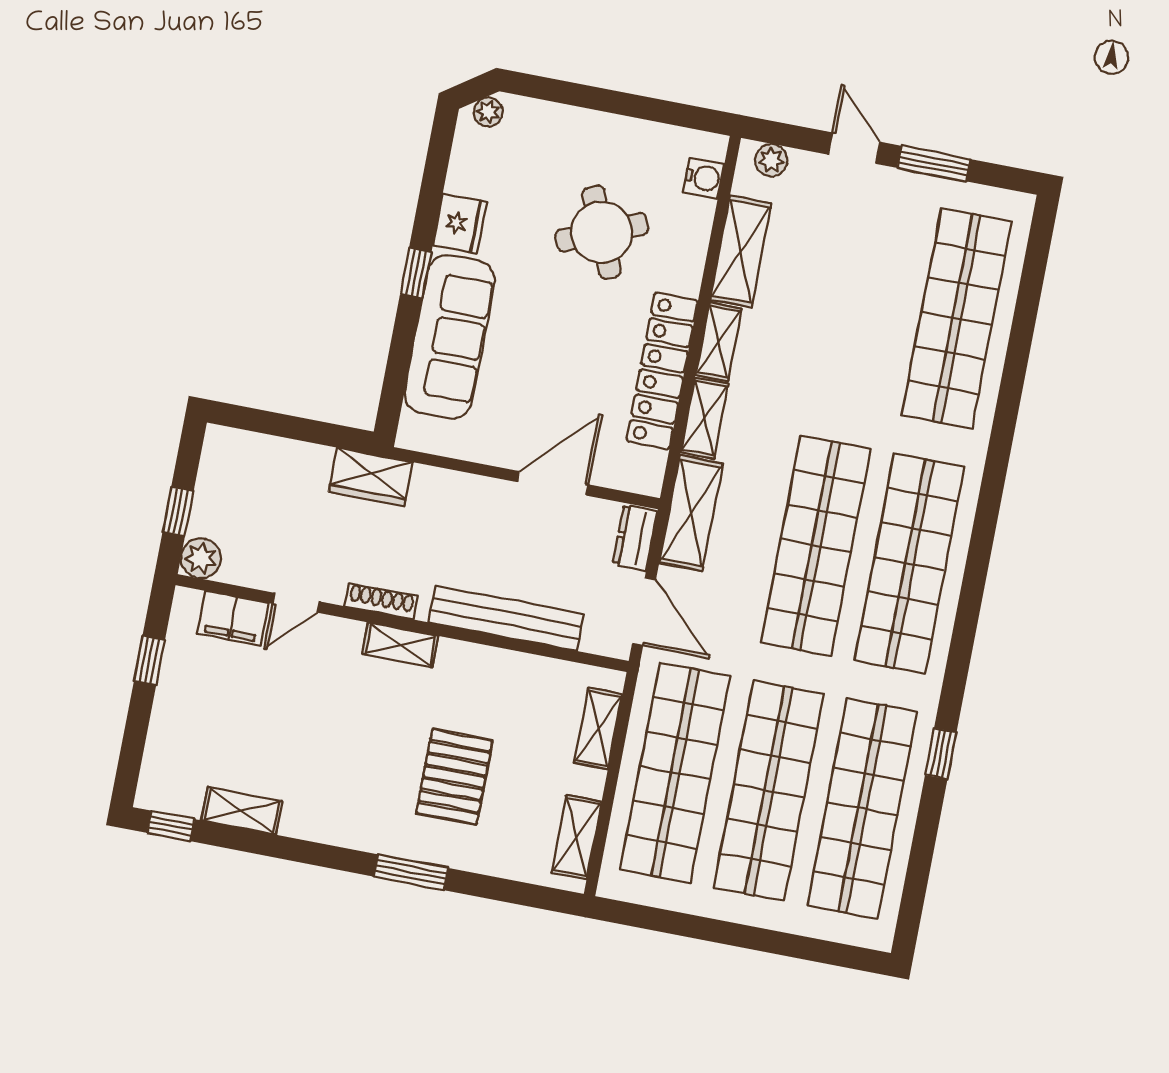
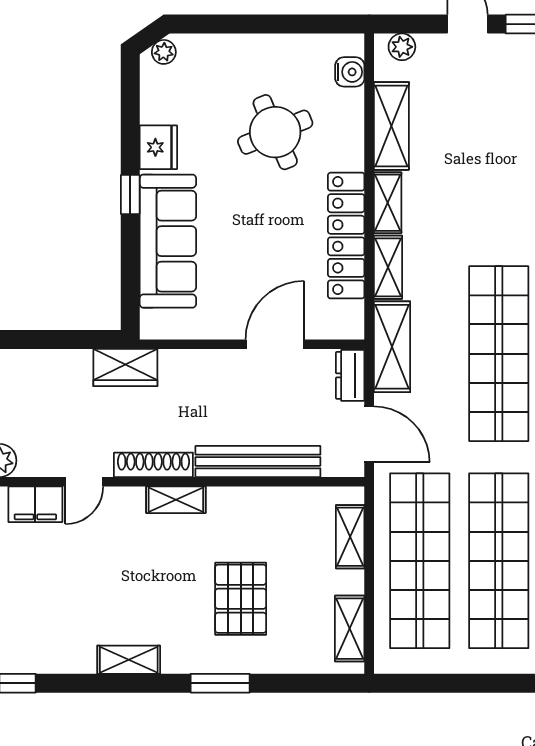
shoe rack: (381, 601) -> (153, 465), width x1.36, depth x1.24
shelving: (242, 811) -> (129, 660), moved

